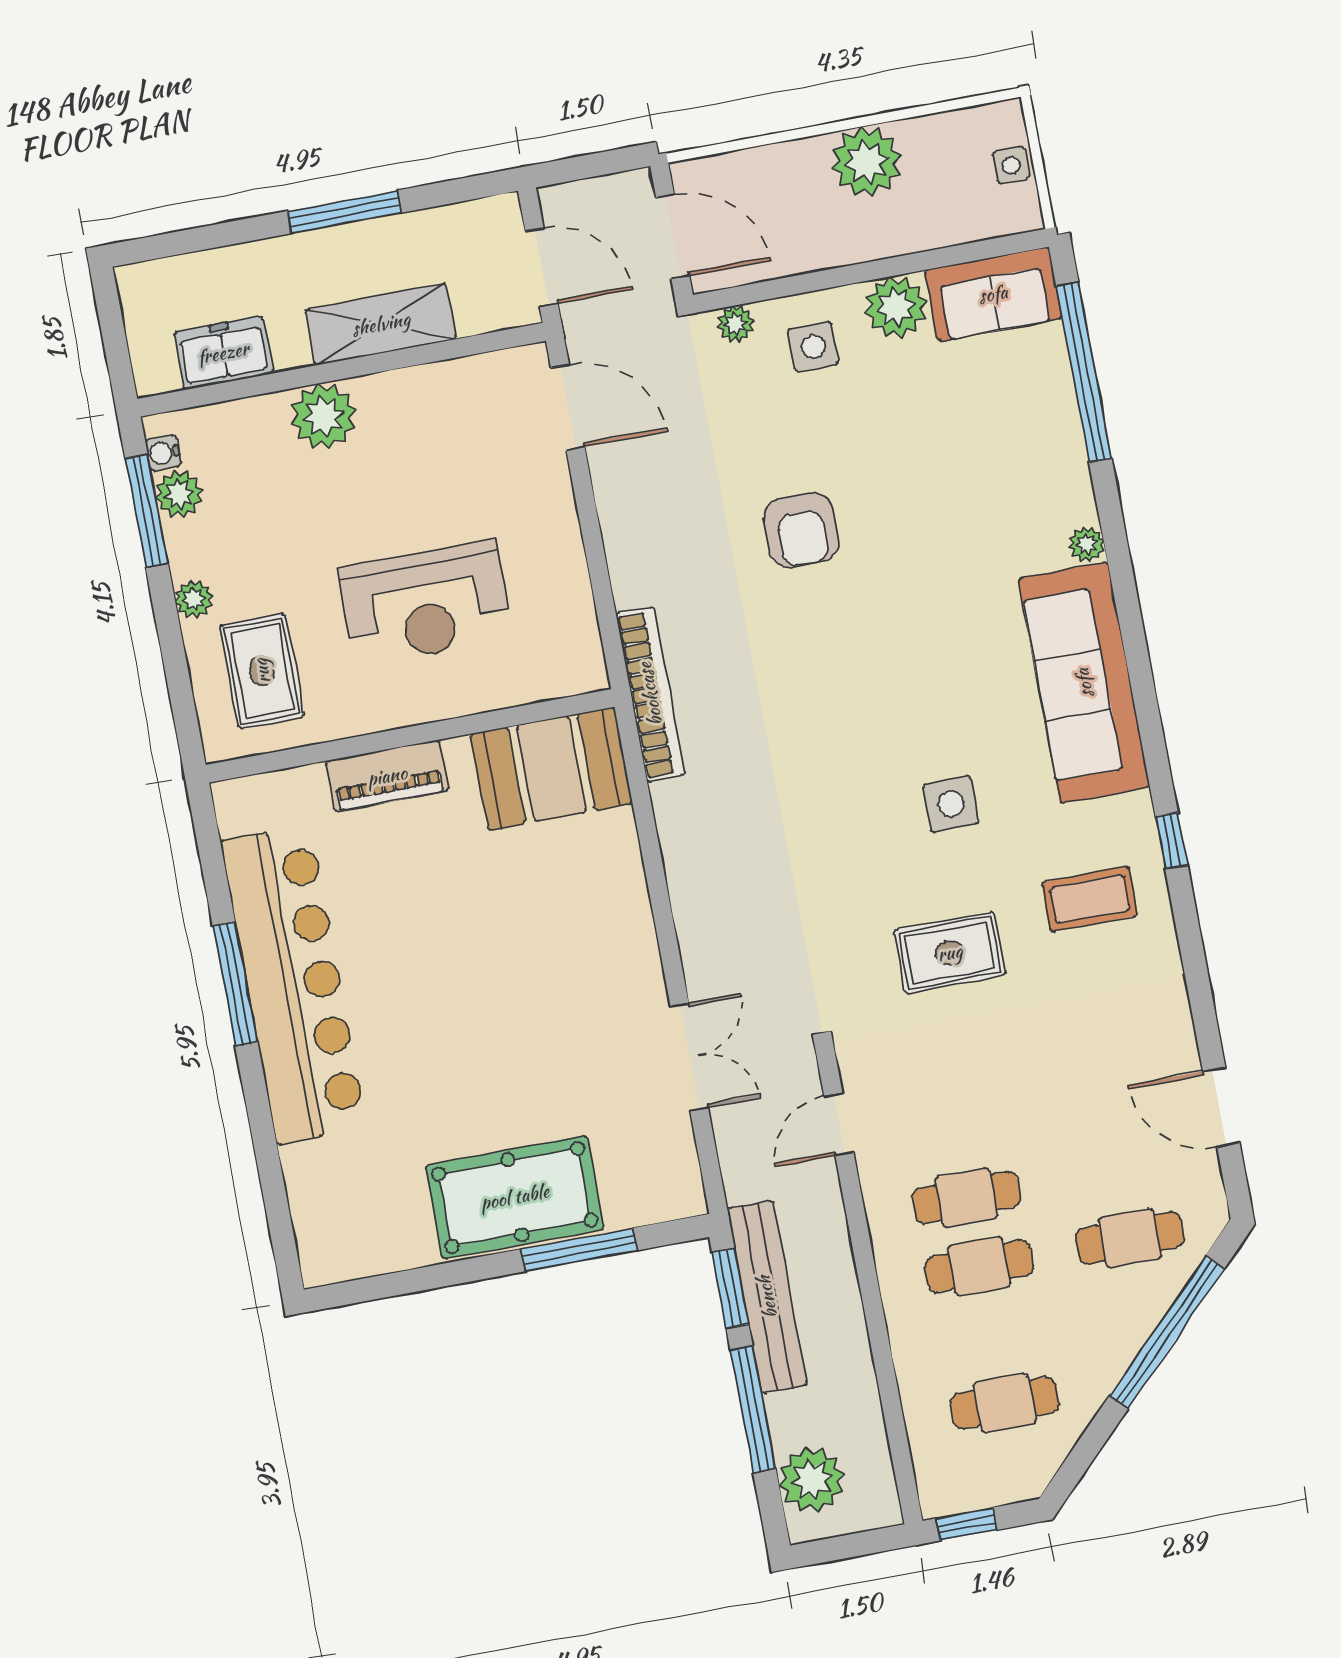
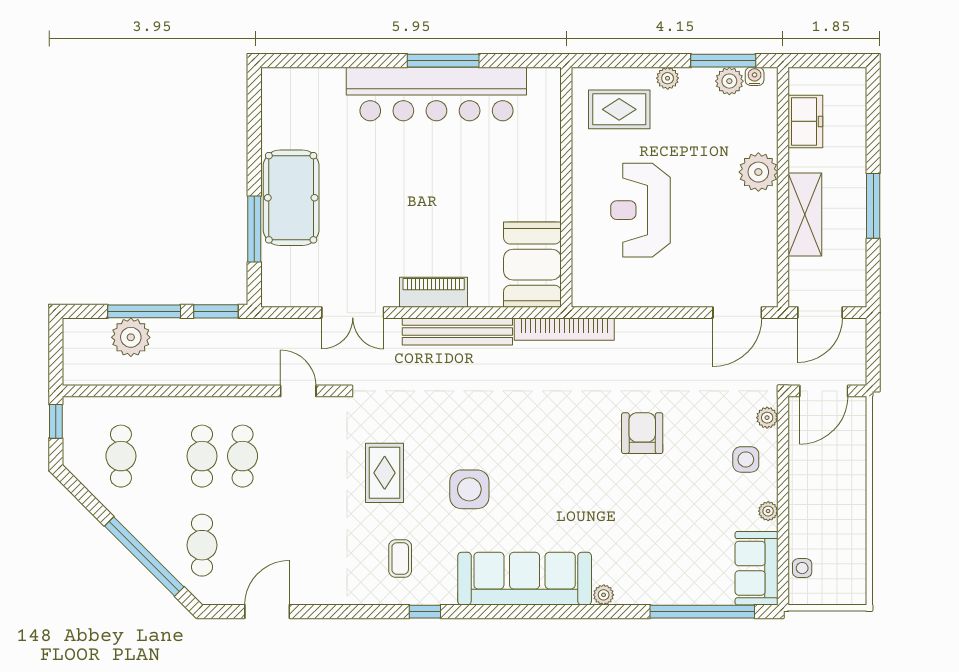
plant: (867, 162) -> (846, 510), removed
side table: (1011, 165) -> (802, 568), moved
plant: (896, 307) -> (768, 511), width x0.53, depth x0.53
armchair: (801, 530) -> (642, 433), turned 90
piano: (387, 776) -> (434, 292), moved, turned 90
side table: (951, 804) -> (469, 489), width x1.37, depth x1.37
coffee table: (1090, 899) -> (400, 558), width x0.73, depth x0.77
bench: (767, 1297) -> (457, 331), moved
plant: (812, 1480) -> (131, 337), moved

